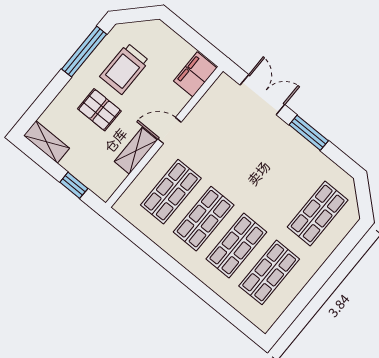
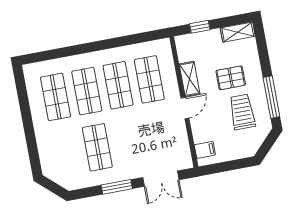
filing cabinet: (195, 74) -> (205, 150), width x0.50
shop shelf: (318, 213) -> (97, 147), moved

